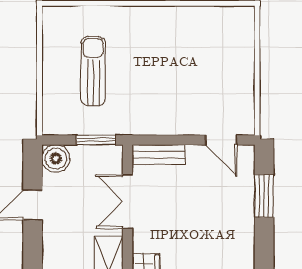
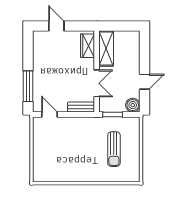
window: (264, 196) -> (28, 86), width x1.44

